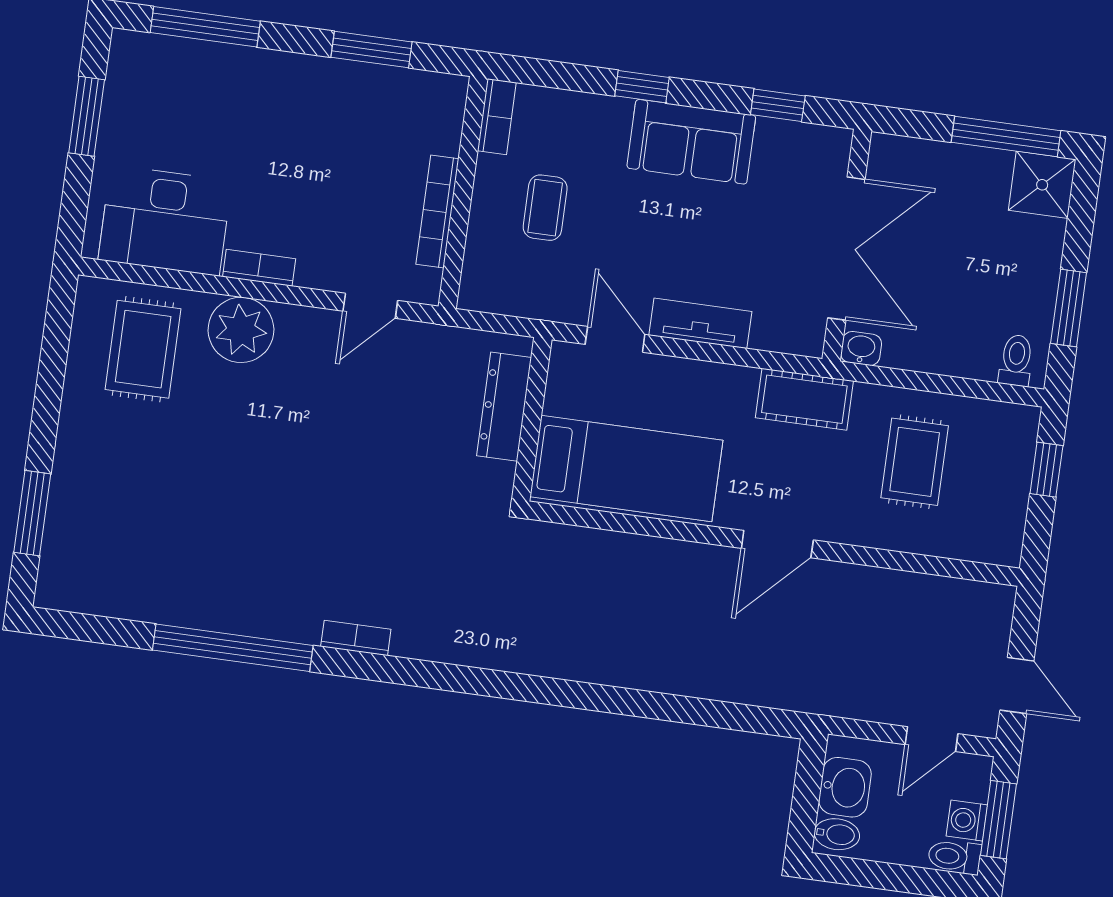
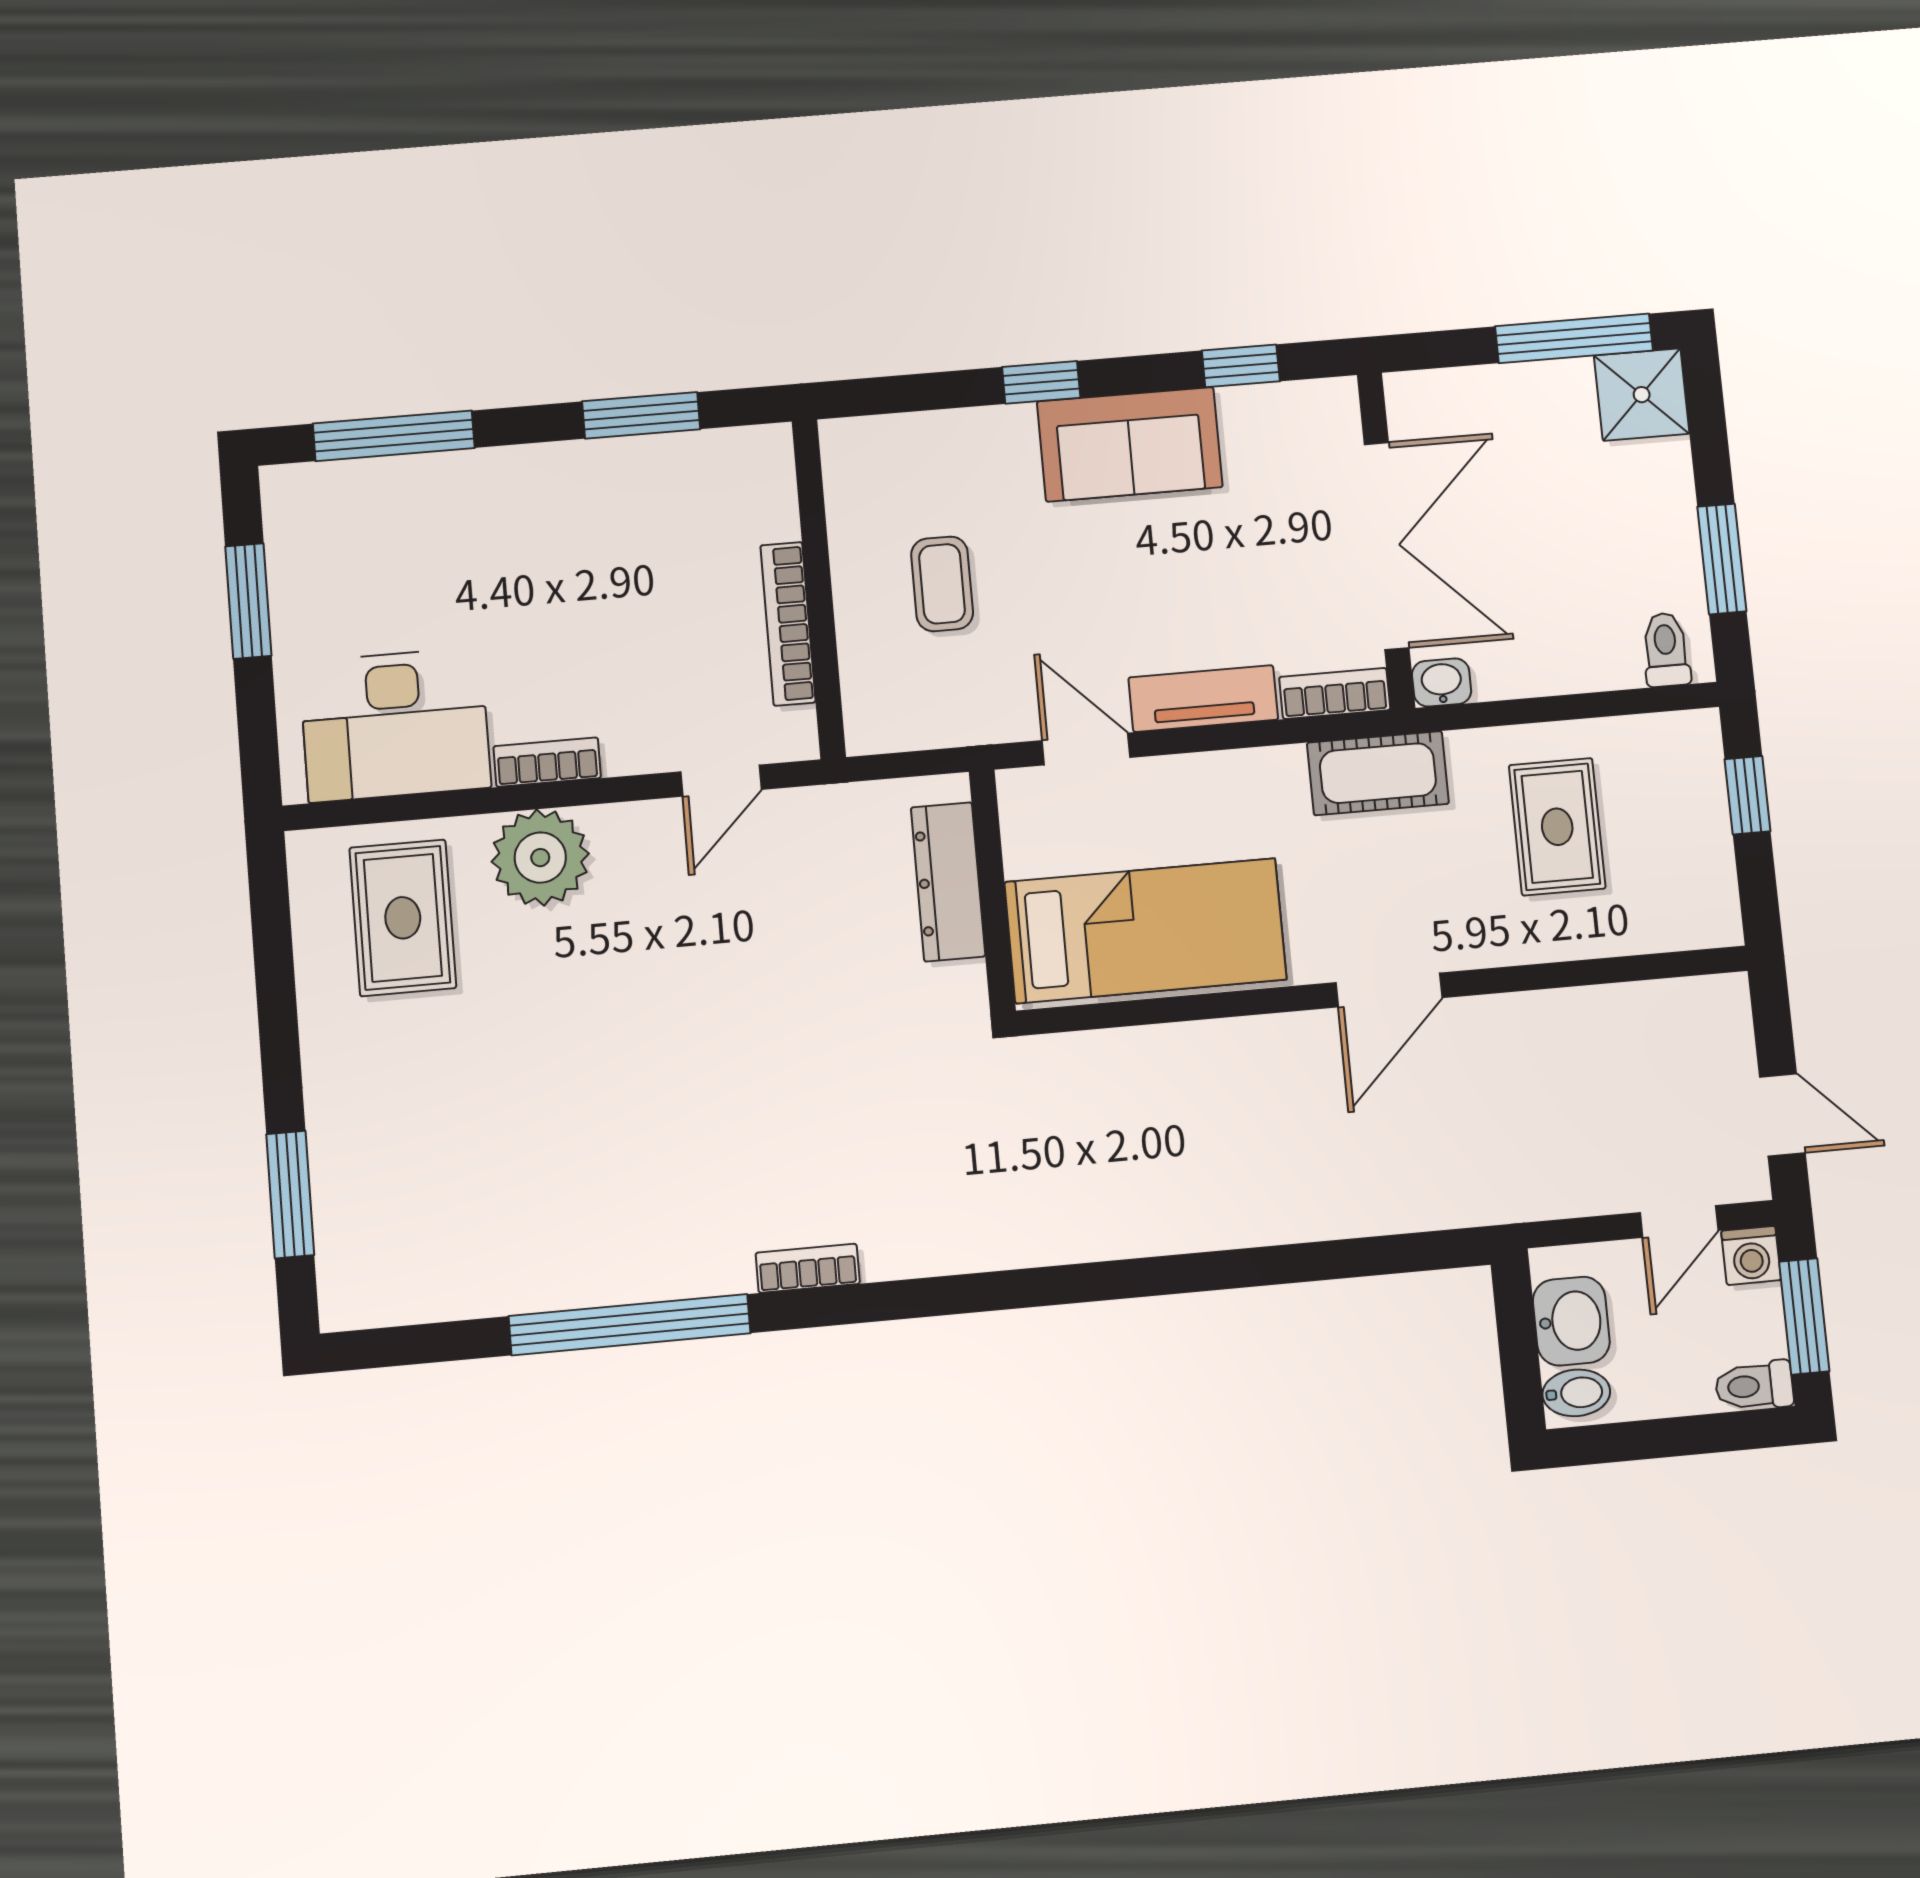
bookcase: (497, 117) -> (1335, 693), moved, turned -90
washing machine: (967, 821) -> (1751, 1255), moved, turned -90

